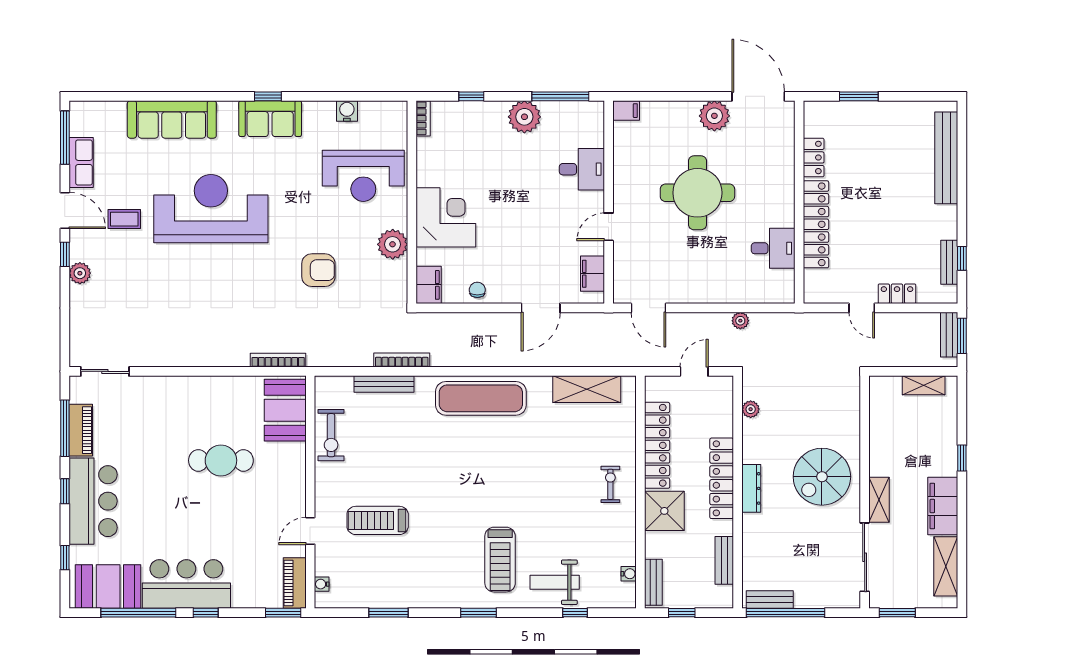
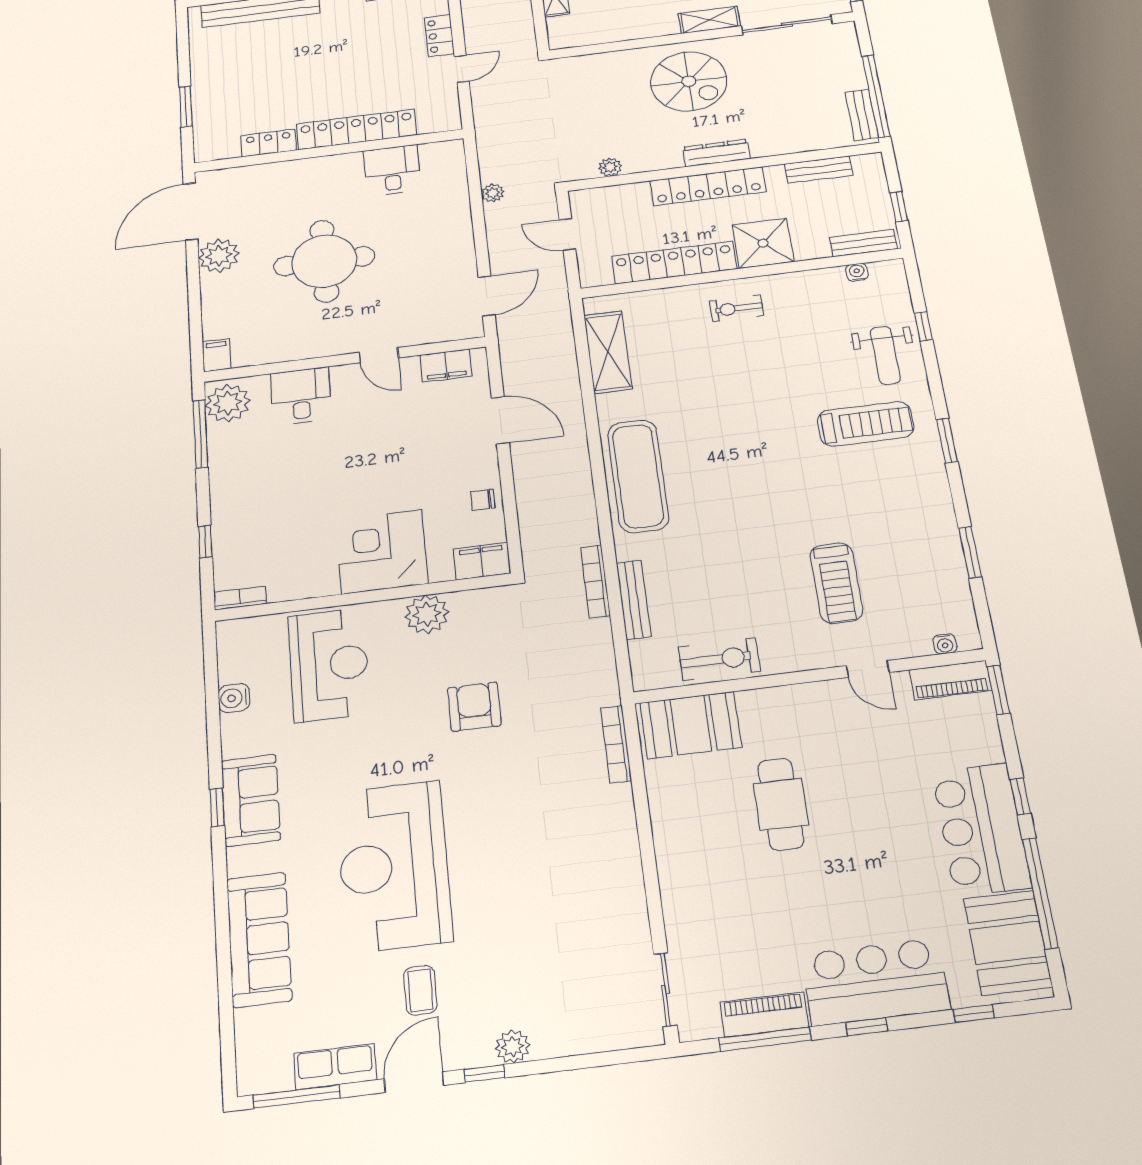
plant: (524, 117) -> (228, 403), moved

